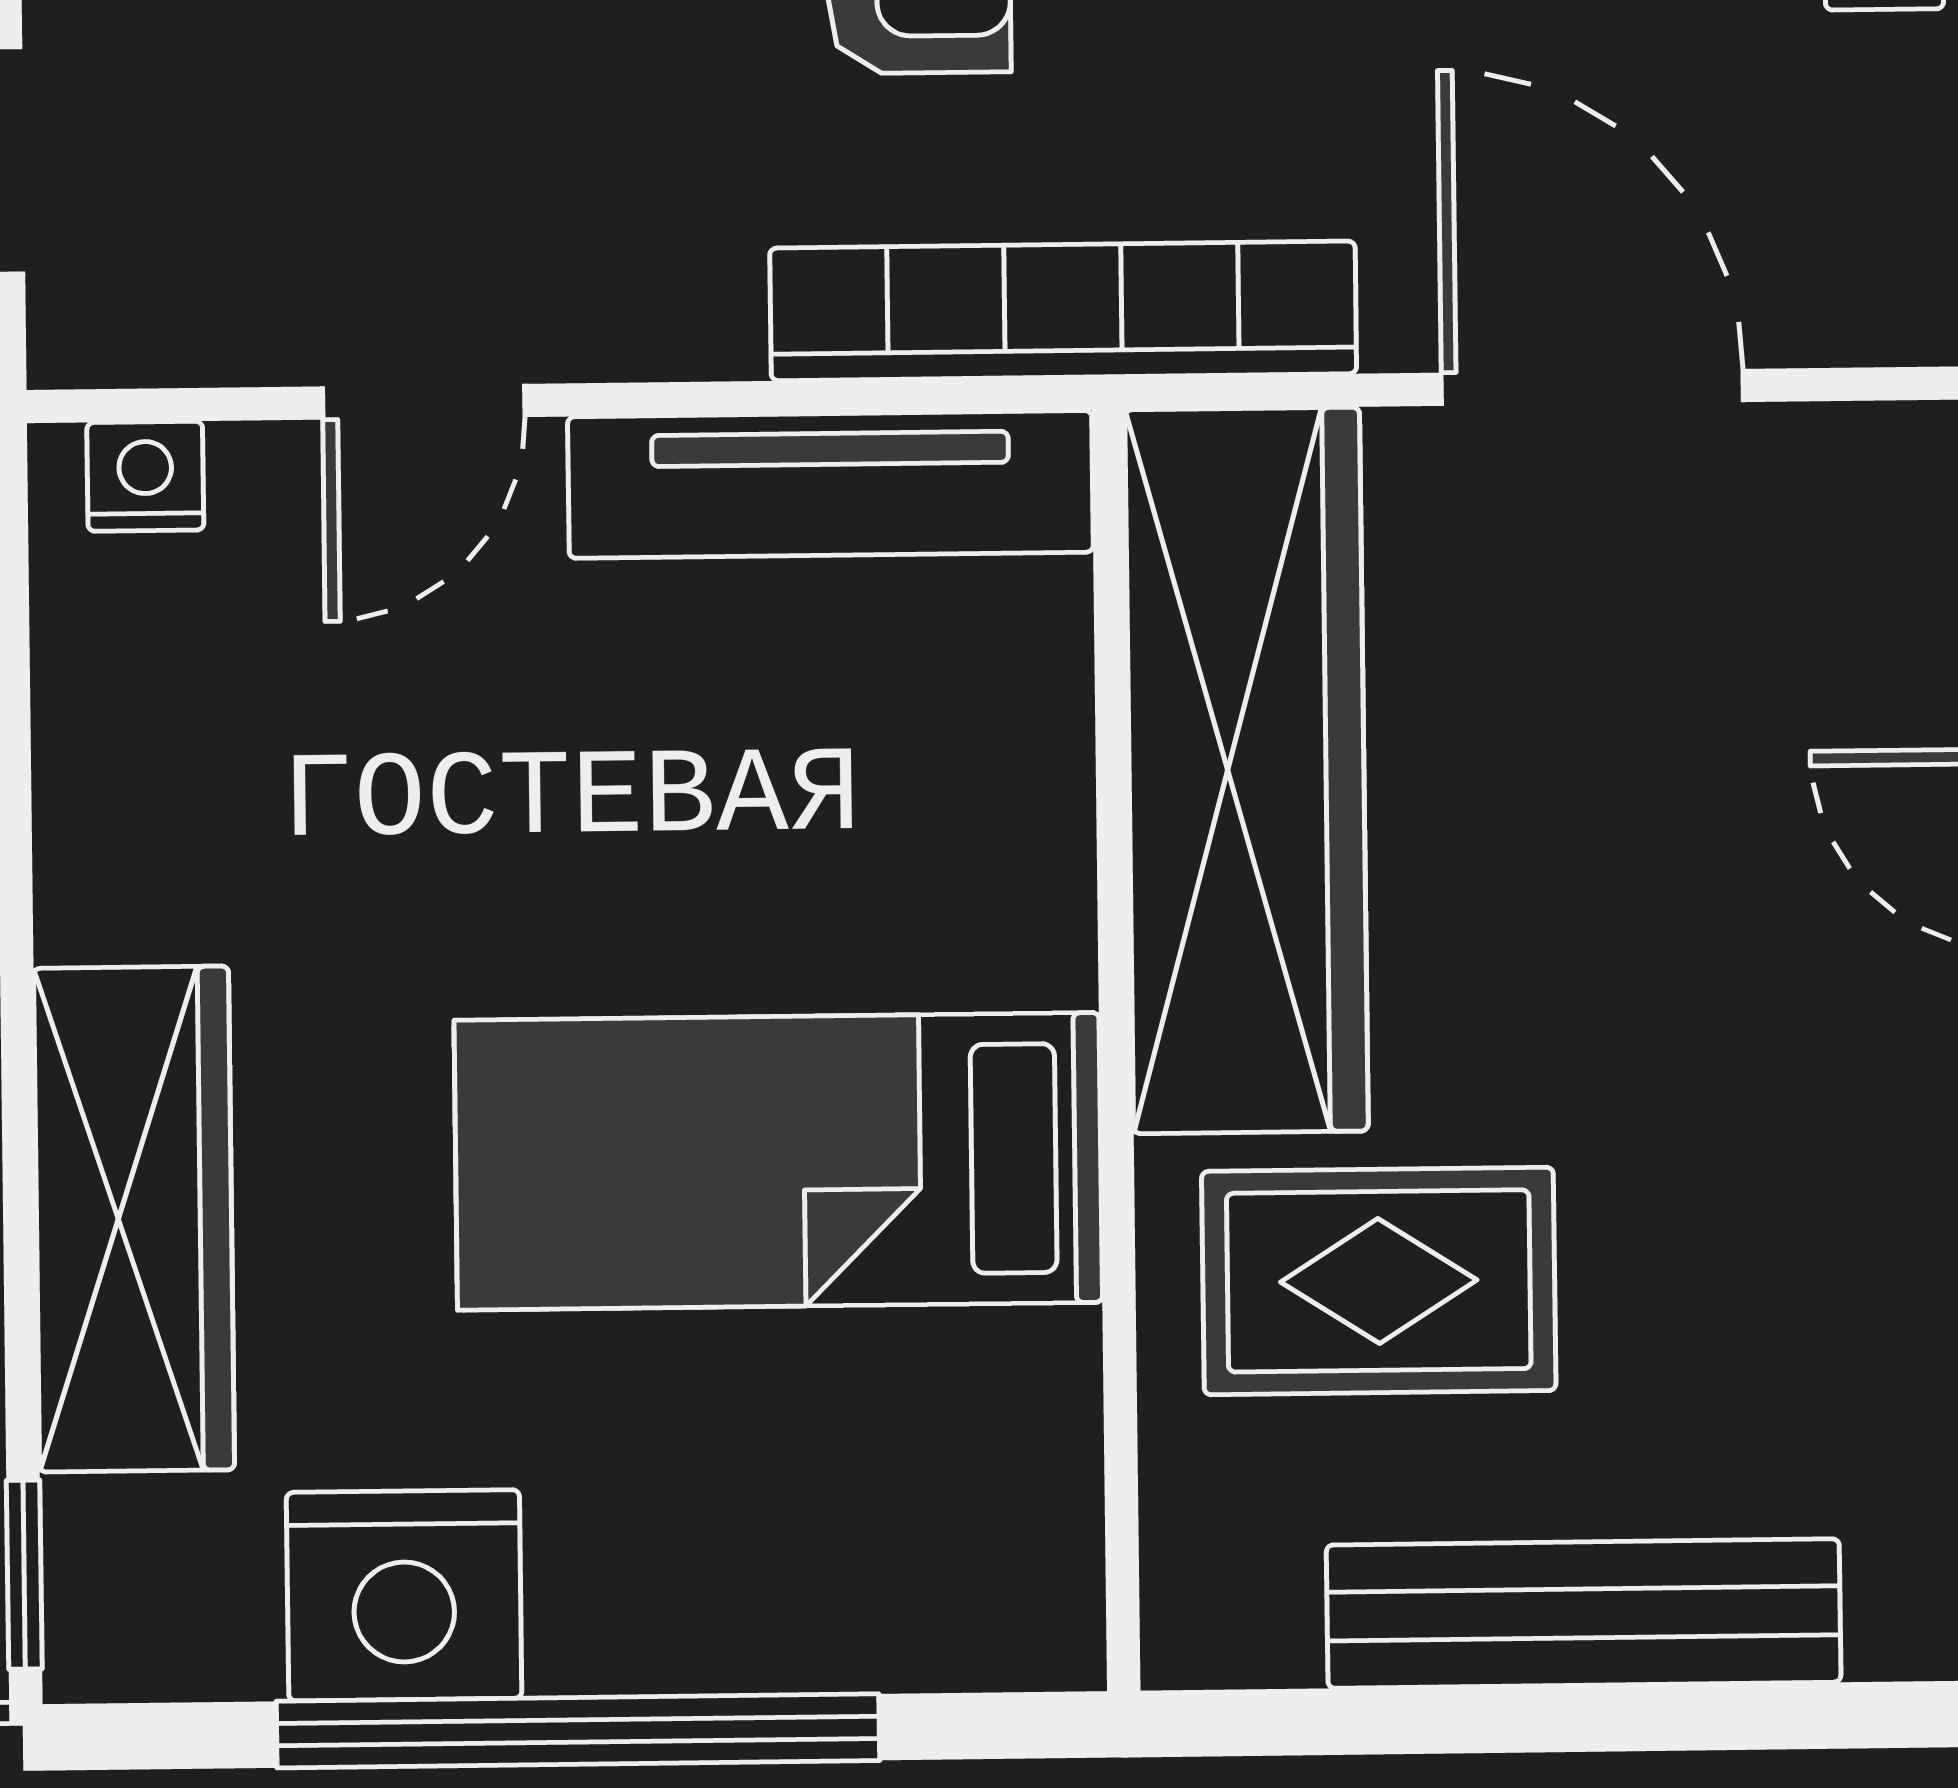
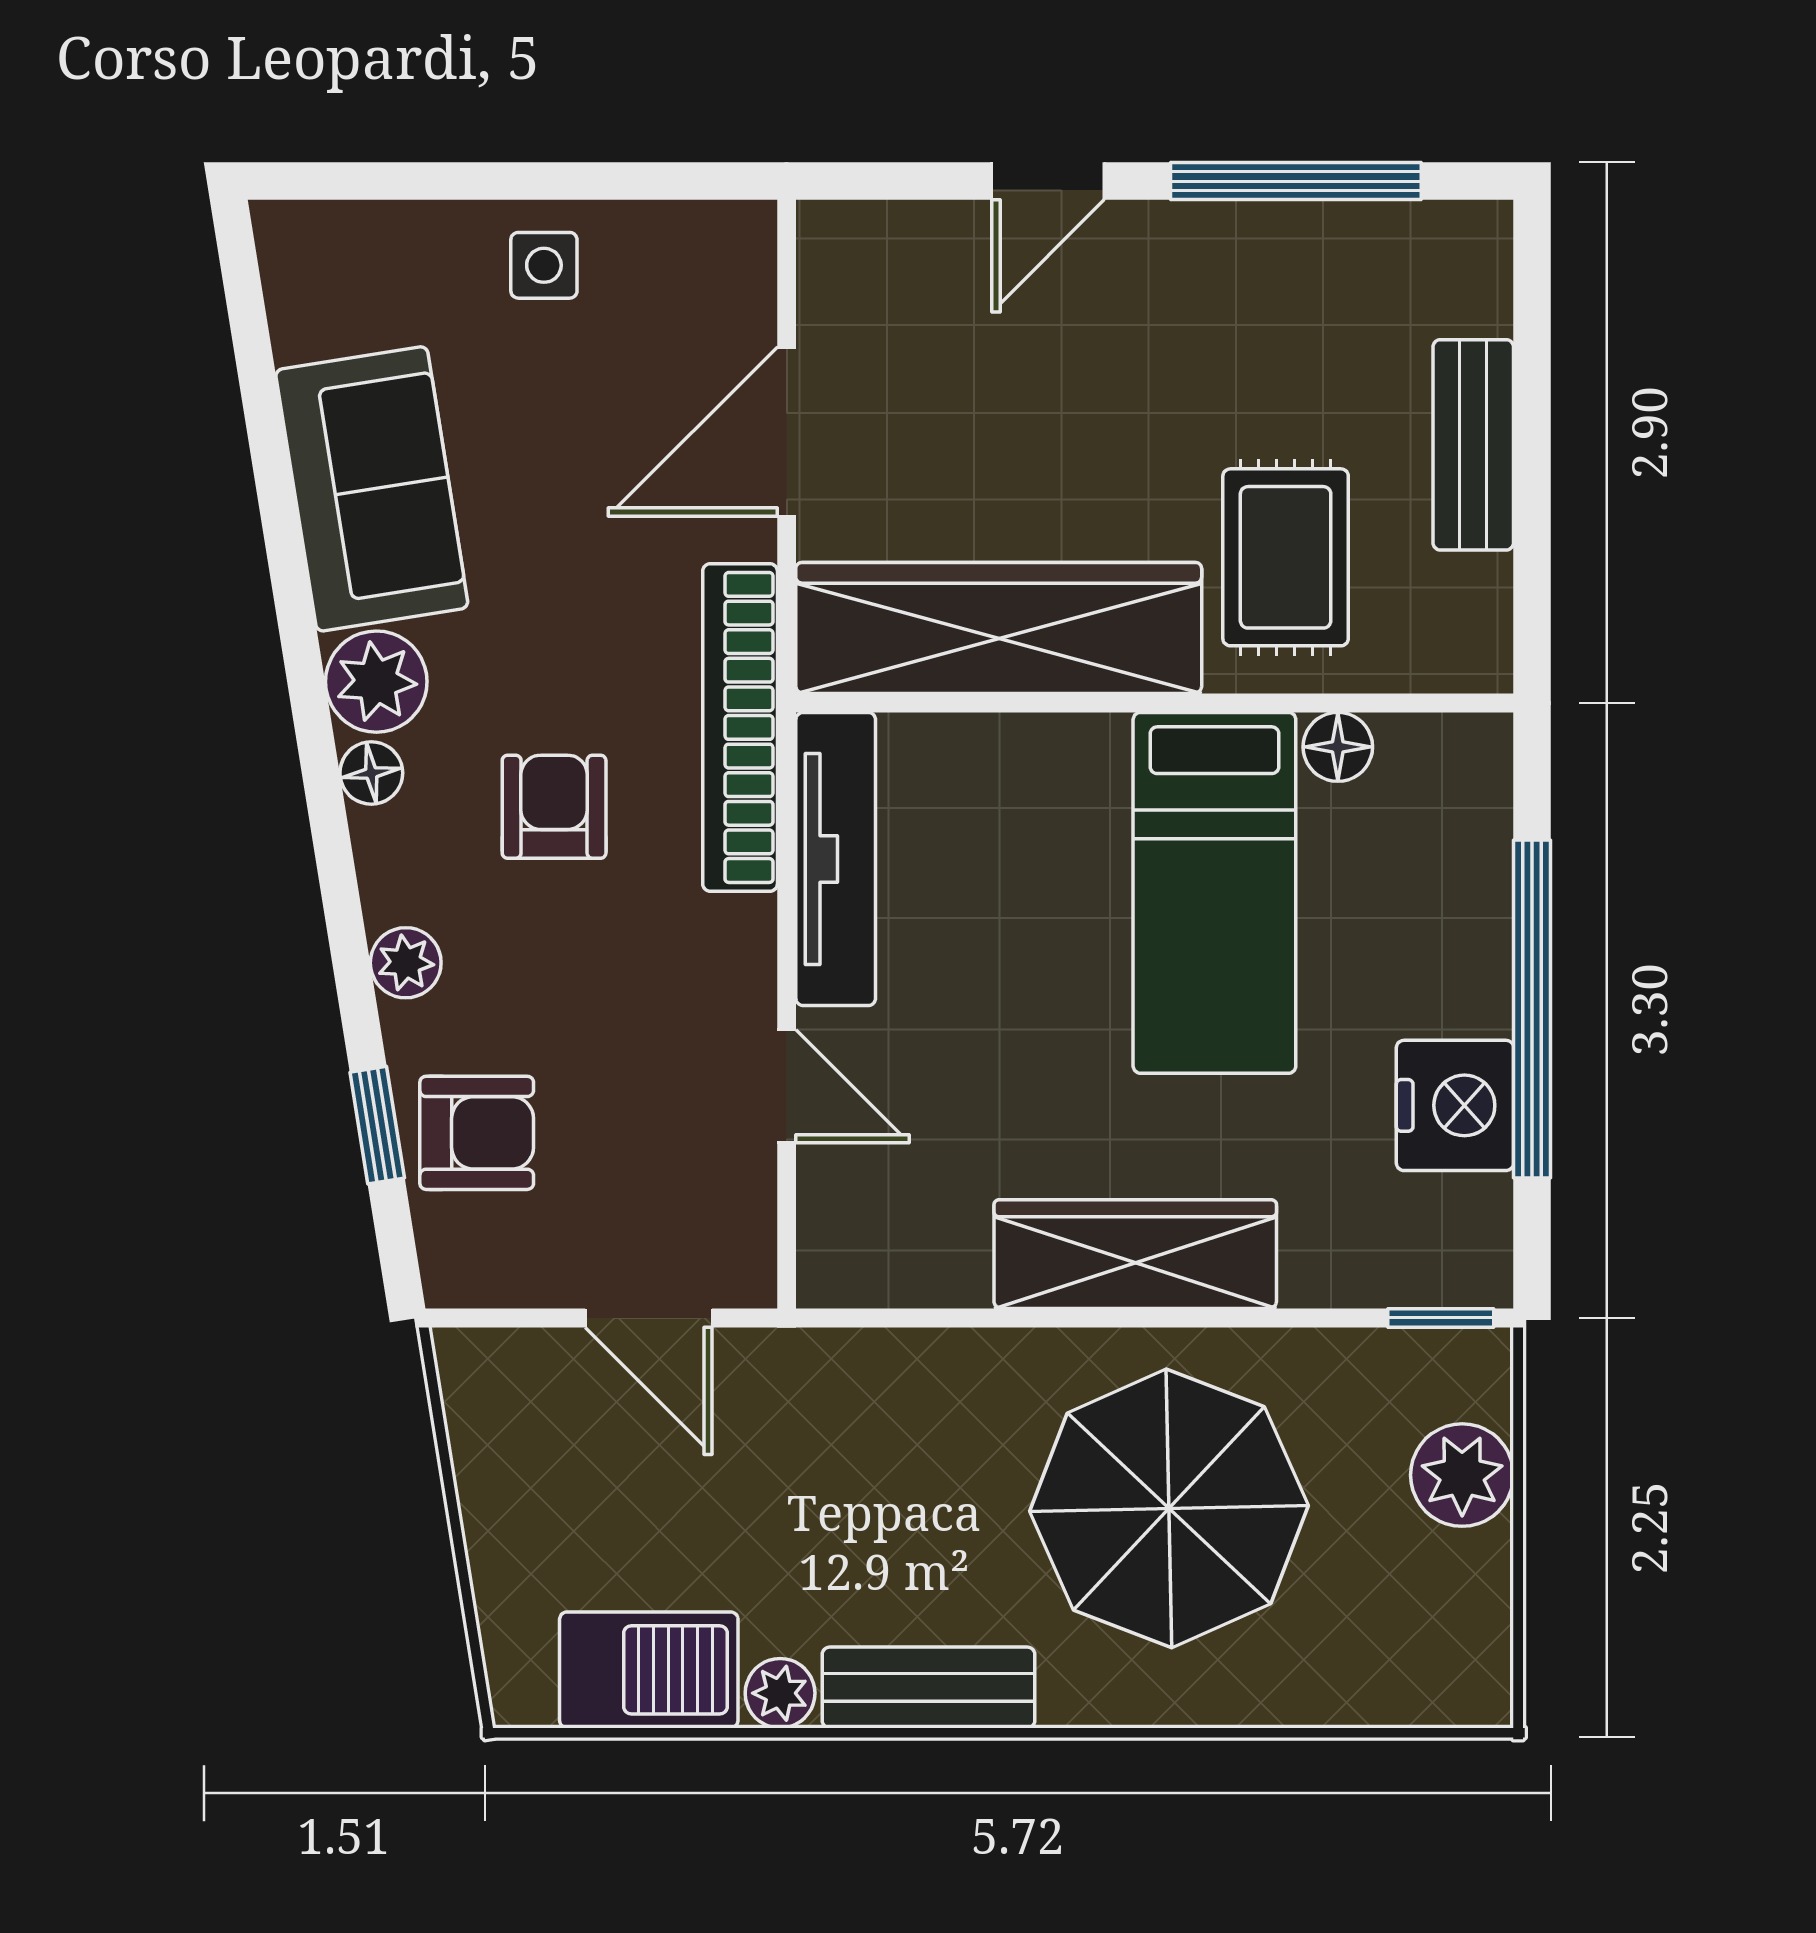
nightstand: (145, 476) -> (826, 1243), removed
wardrobe: (134, 1219) -> (1135, 1254), moved
floor lamp: (1042, 1378) -> (1338, 747), added
bench: (1584, 1614) -> (1473, 445), width x0.73

